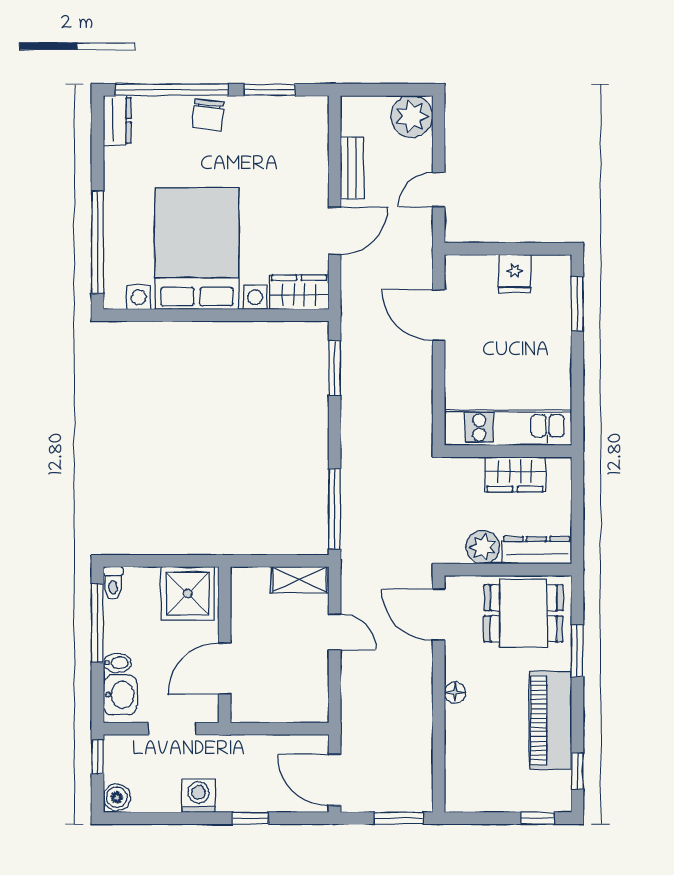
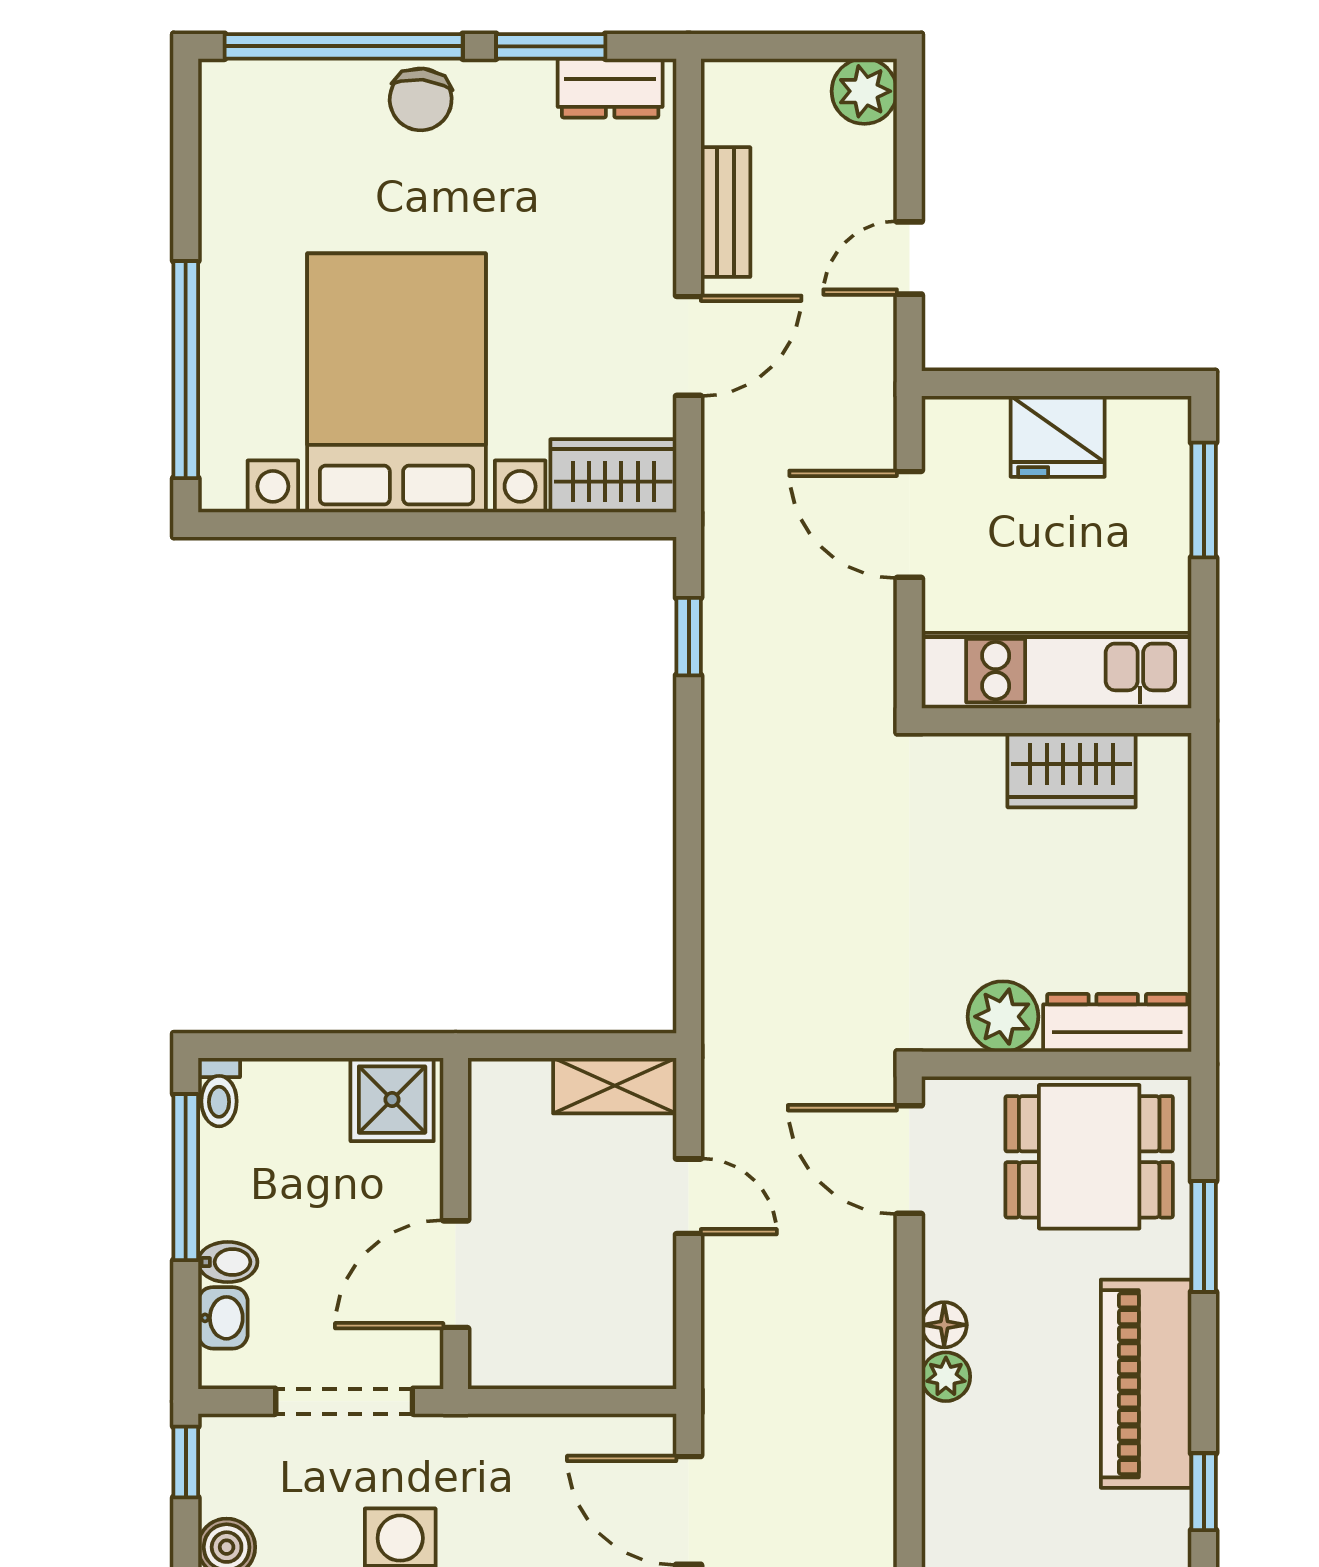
plant: (412, 117) -> (864, 91), width x0.73, depth x0.73
dresser: (117, 120) -> (610, 88), moved, turned 90
fridge: (515, 274) -> (1058, 436), width x1.38
window: (335, 368) -> (689, 637), width x0.67
kitchen unit: (508, 427) -> (1057, 671), moved
wall: (508, 451) -> (1056, 721), moved
wardrobe: (515, 474) -> (1072, 770), moved
window: (335, 509) -> (689, 936), removed
shower: (188, 593) -> (392, 1100), width x0.73, depth x0.73
washbasin: (120, 695) -> (223, 1318), width x0.72, depth x0.69
plant: (456, 717) -> (946, 1377), added
doorway: (172, 729) -> (344, 1401), width x1.38

